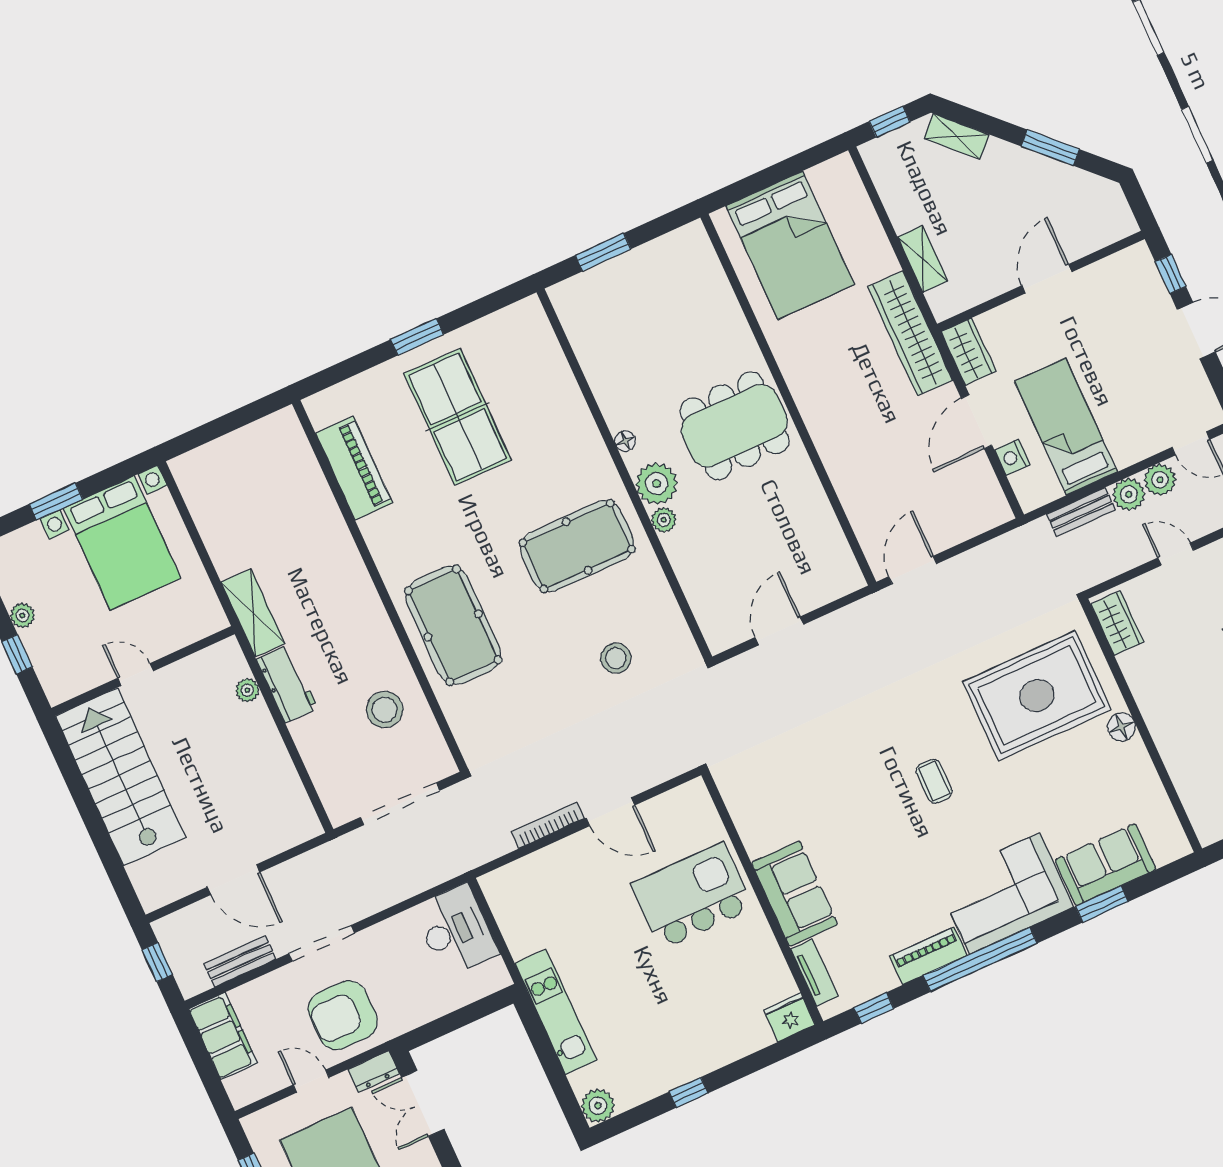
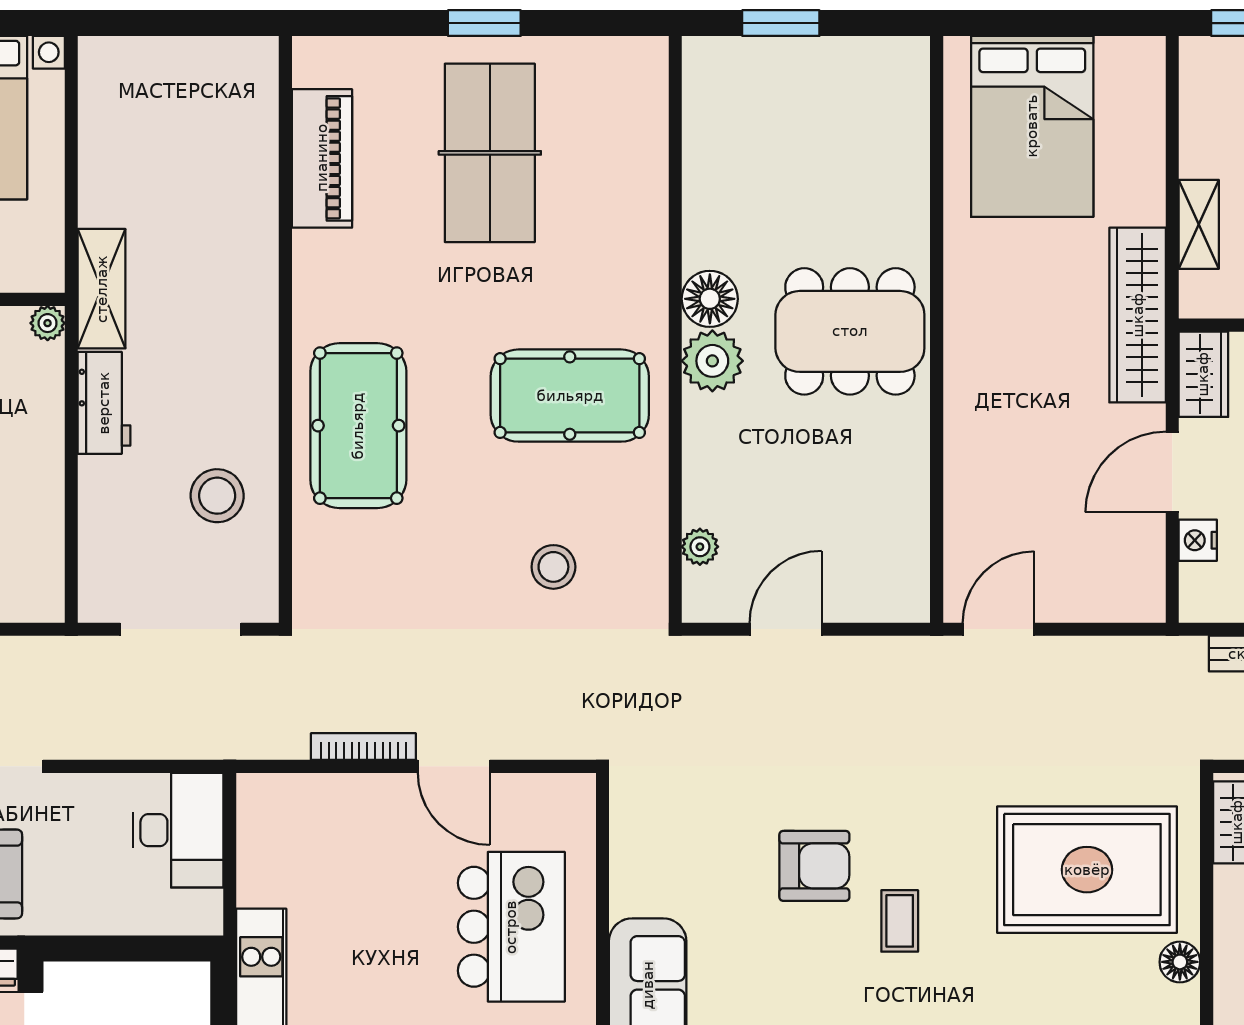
floor lamp: (625, 441) -> (710, 299), width x1.89, depth x1.89
plant: (664, 520) -> (700, 547), moved
plant: (247, 690) -> (48, 323), moved
armchair: (865, 771) -> (814, 866), added
kitchen island: (692, 896) -> (511, 927), turned 90

